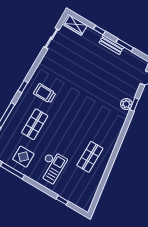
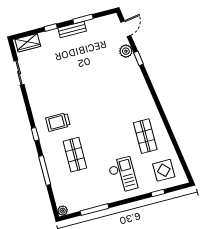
plant: (126, 104) -> (126, 51), moved
display table: (23, 157) -> (164, 170), moved

